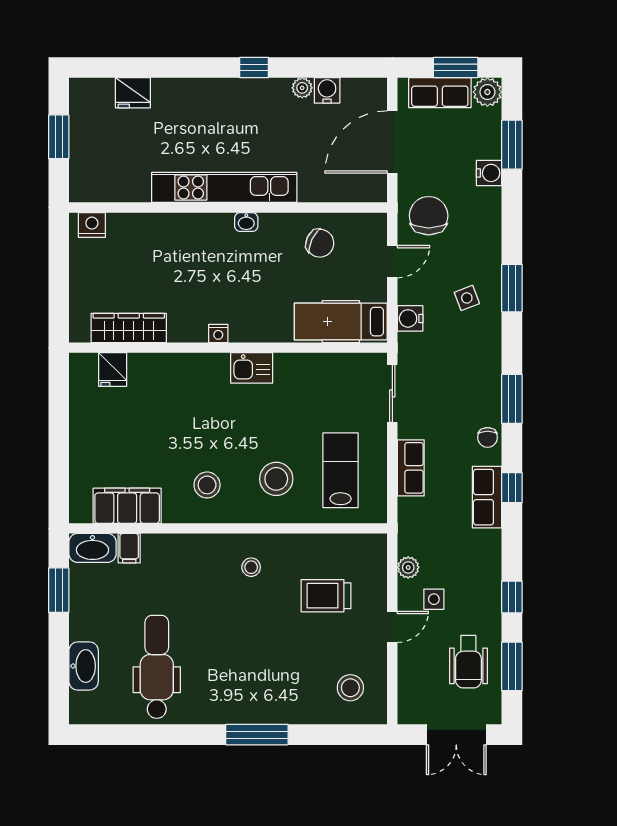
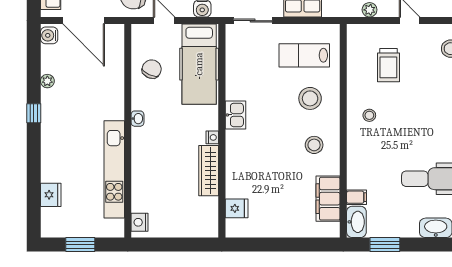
water cooler: (327, 90) -> (49, 35), moved
kitchen unit: (224, 187) -> (114, 169), moved
hospital bed: (341, 322) -> (199, 64), width x1.37, depth x1.29
wardrobe: (129, 328) -> (209, 171), moved

